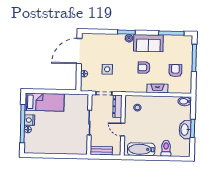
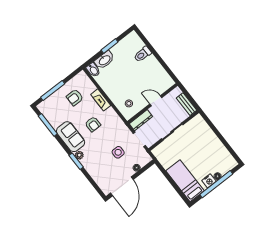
door: (79, 51) -> (122, 186), hinge flipped
door: (123, 130) -> (156, 101), swing flipped
washbasin: (185, 130) -> (104, 60), moved
bathtub: (141, 149) -> (160, 73), removed

